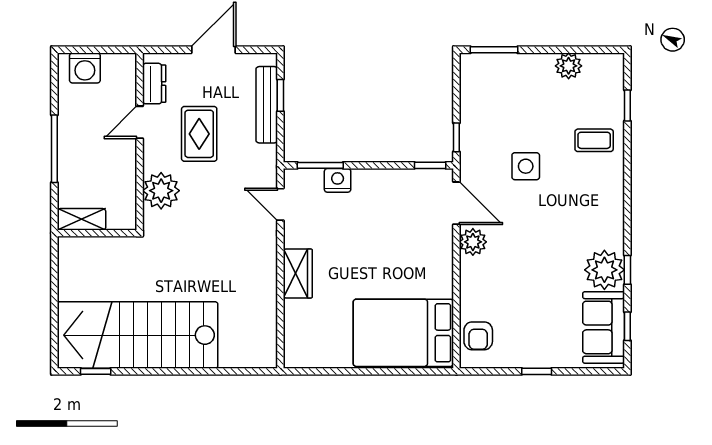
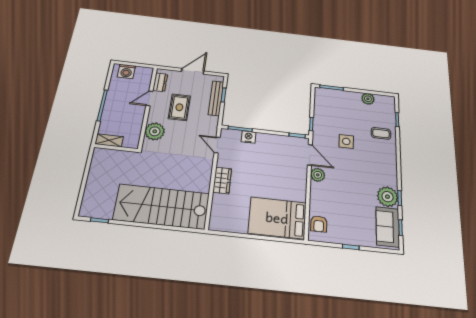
stairs: (137, 335) -> (162, 207), moved

